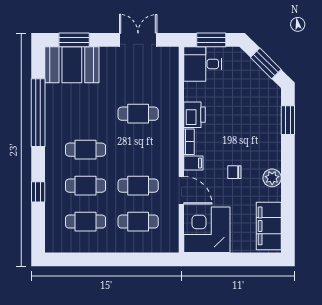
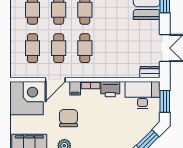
dresser: (171, 60) -> (150, 72), added
desk: (203, 64) -> (143, 95), width x1.37
cafe table: (138, 114) -> (85, 48), moved
chair: (234, 172) -> (69, 118), width x1.87, depth x1.87

